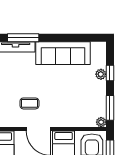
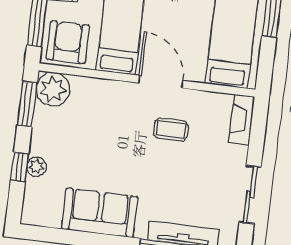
sofa: (63, 53) -> (100, 213), width x0.73
plant: (101, 122) -> (53, 89), width x1.87, depth x1.87

